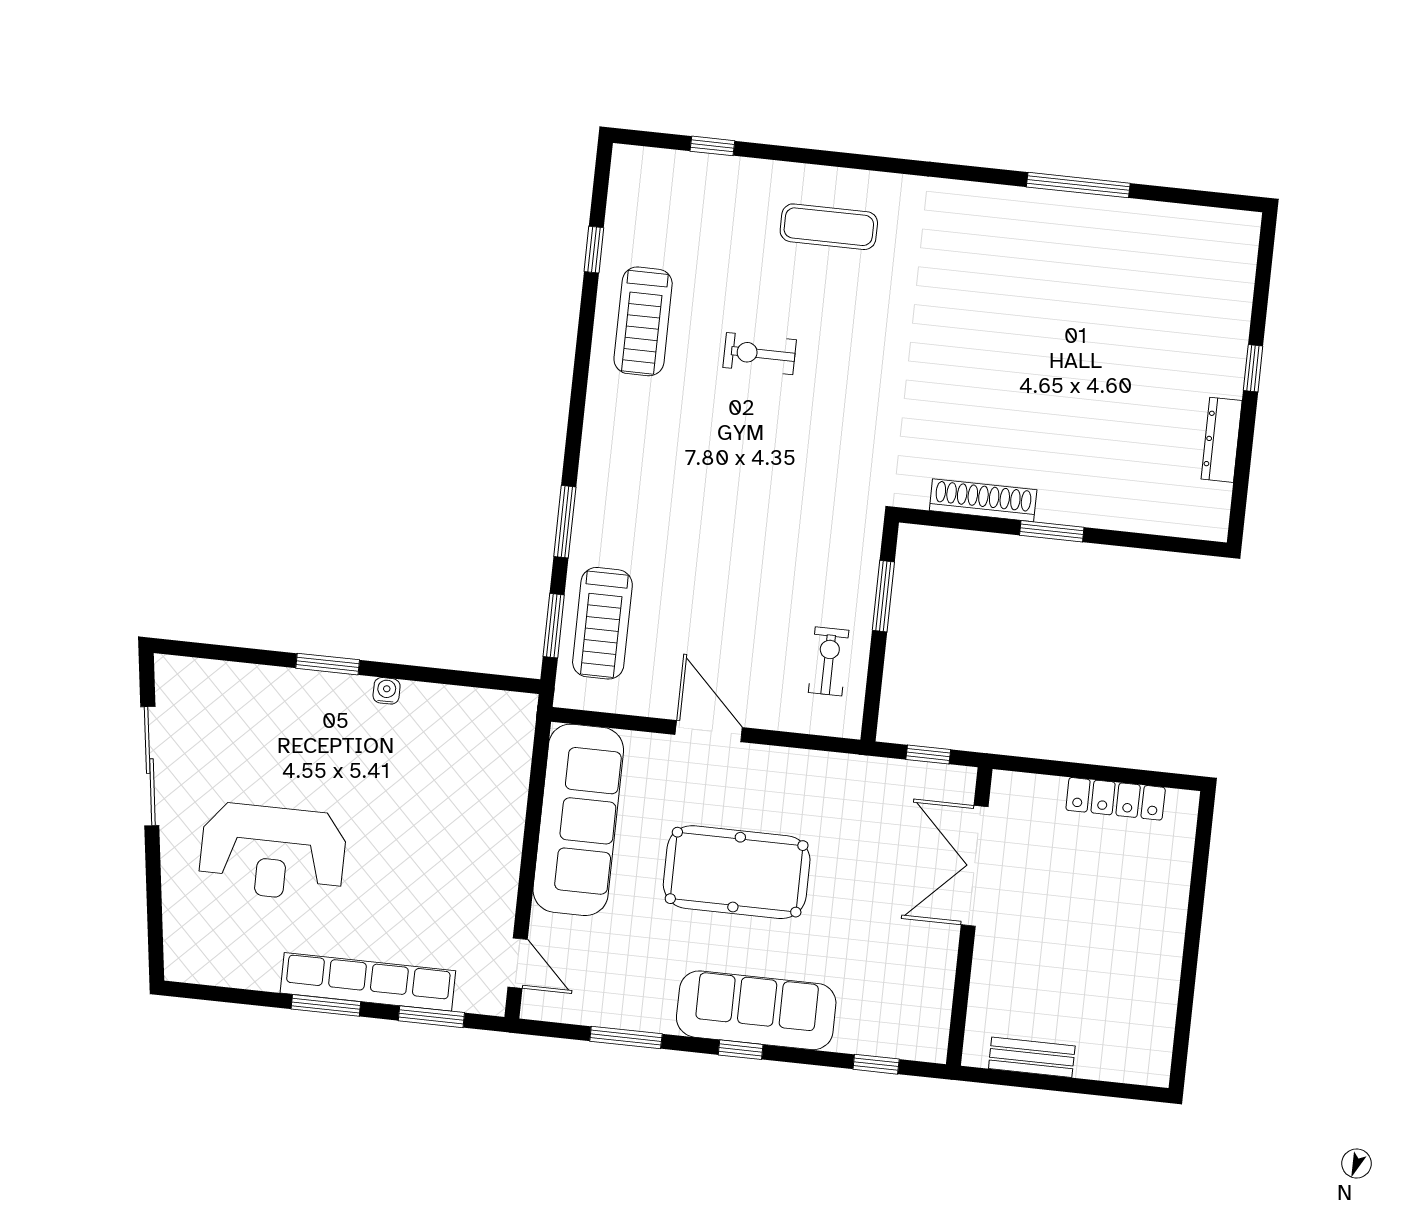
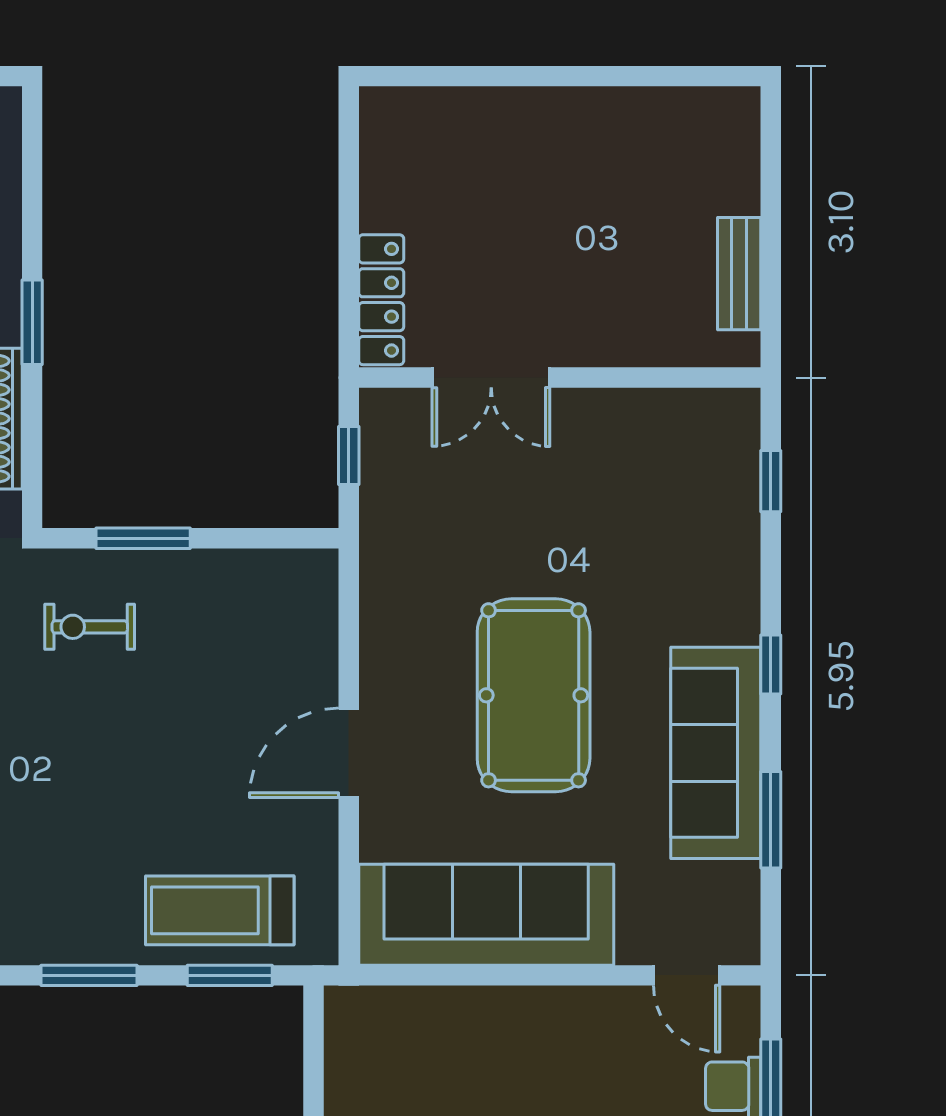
treadmill: (602, 623) -> (220, 910), turned 180
exercise bike: (829, 661) -> (90, 627), moved
locker: (1116, 799) -> (381, 300), moved
double door: (975, 866) -> (491, 378), width x0.73
door: (518, 963) -> (687, 975), swing flipped
sofa: (756, 1010) -> (716, 753), moved

